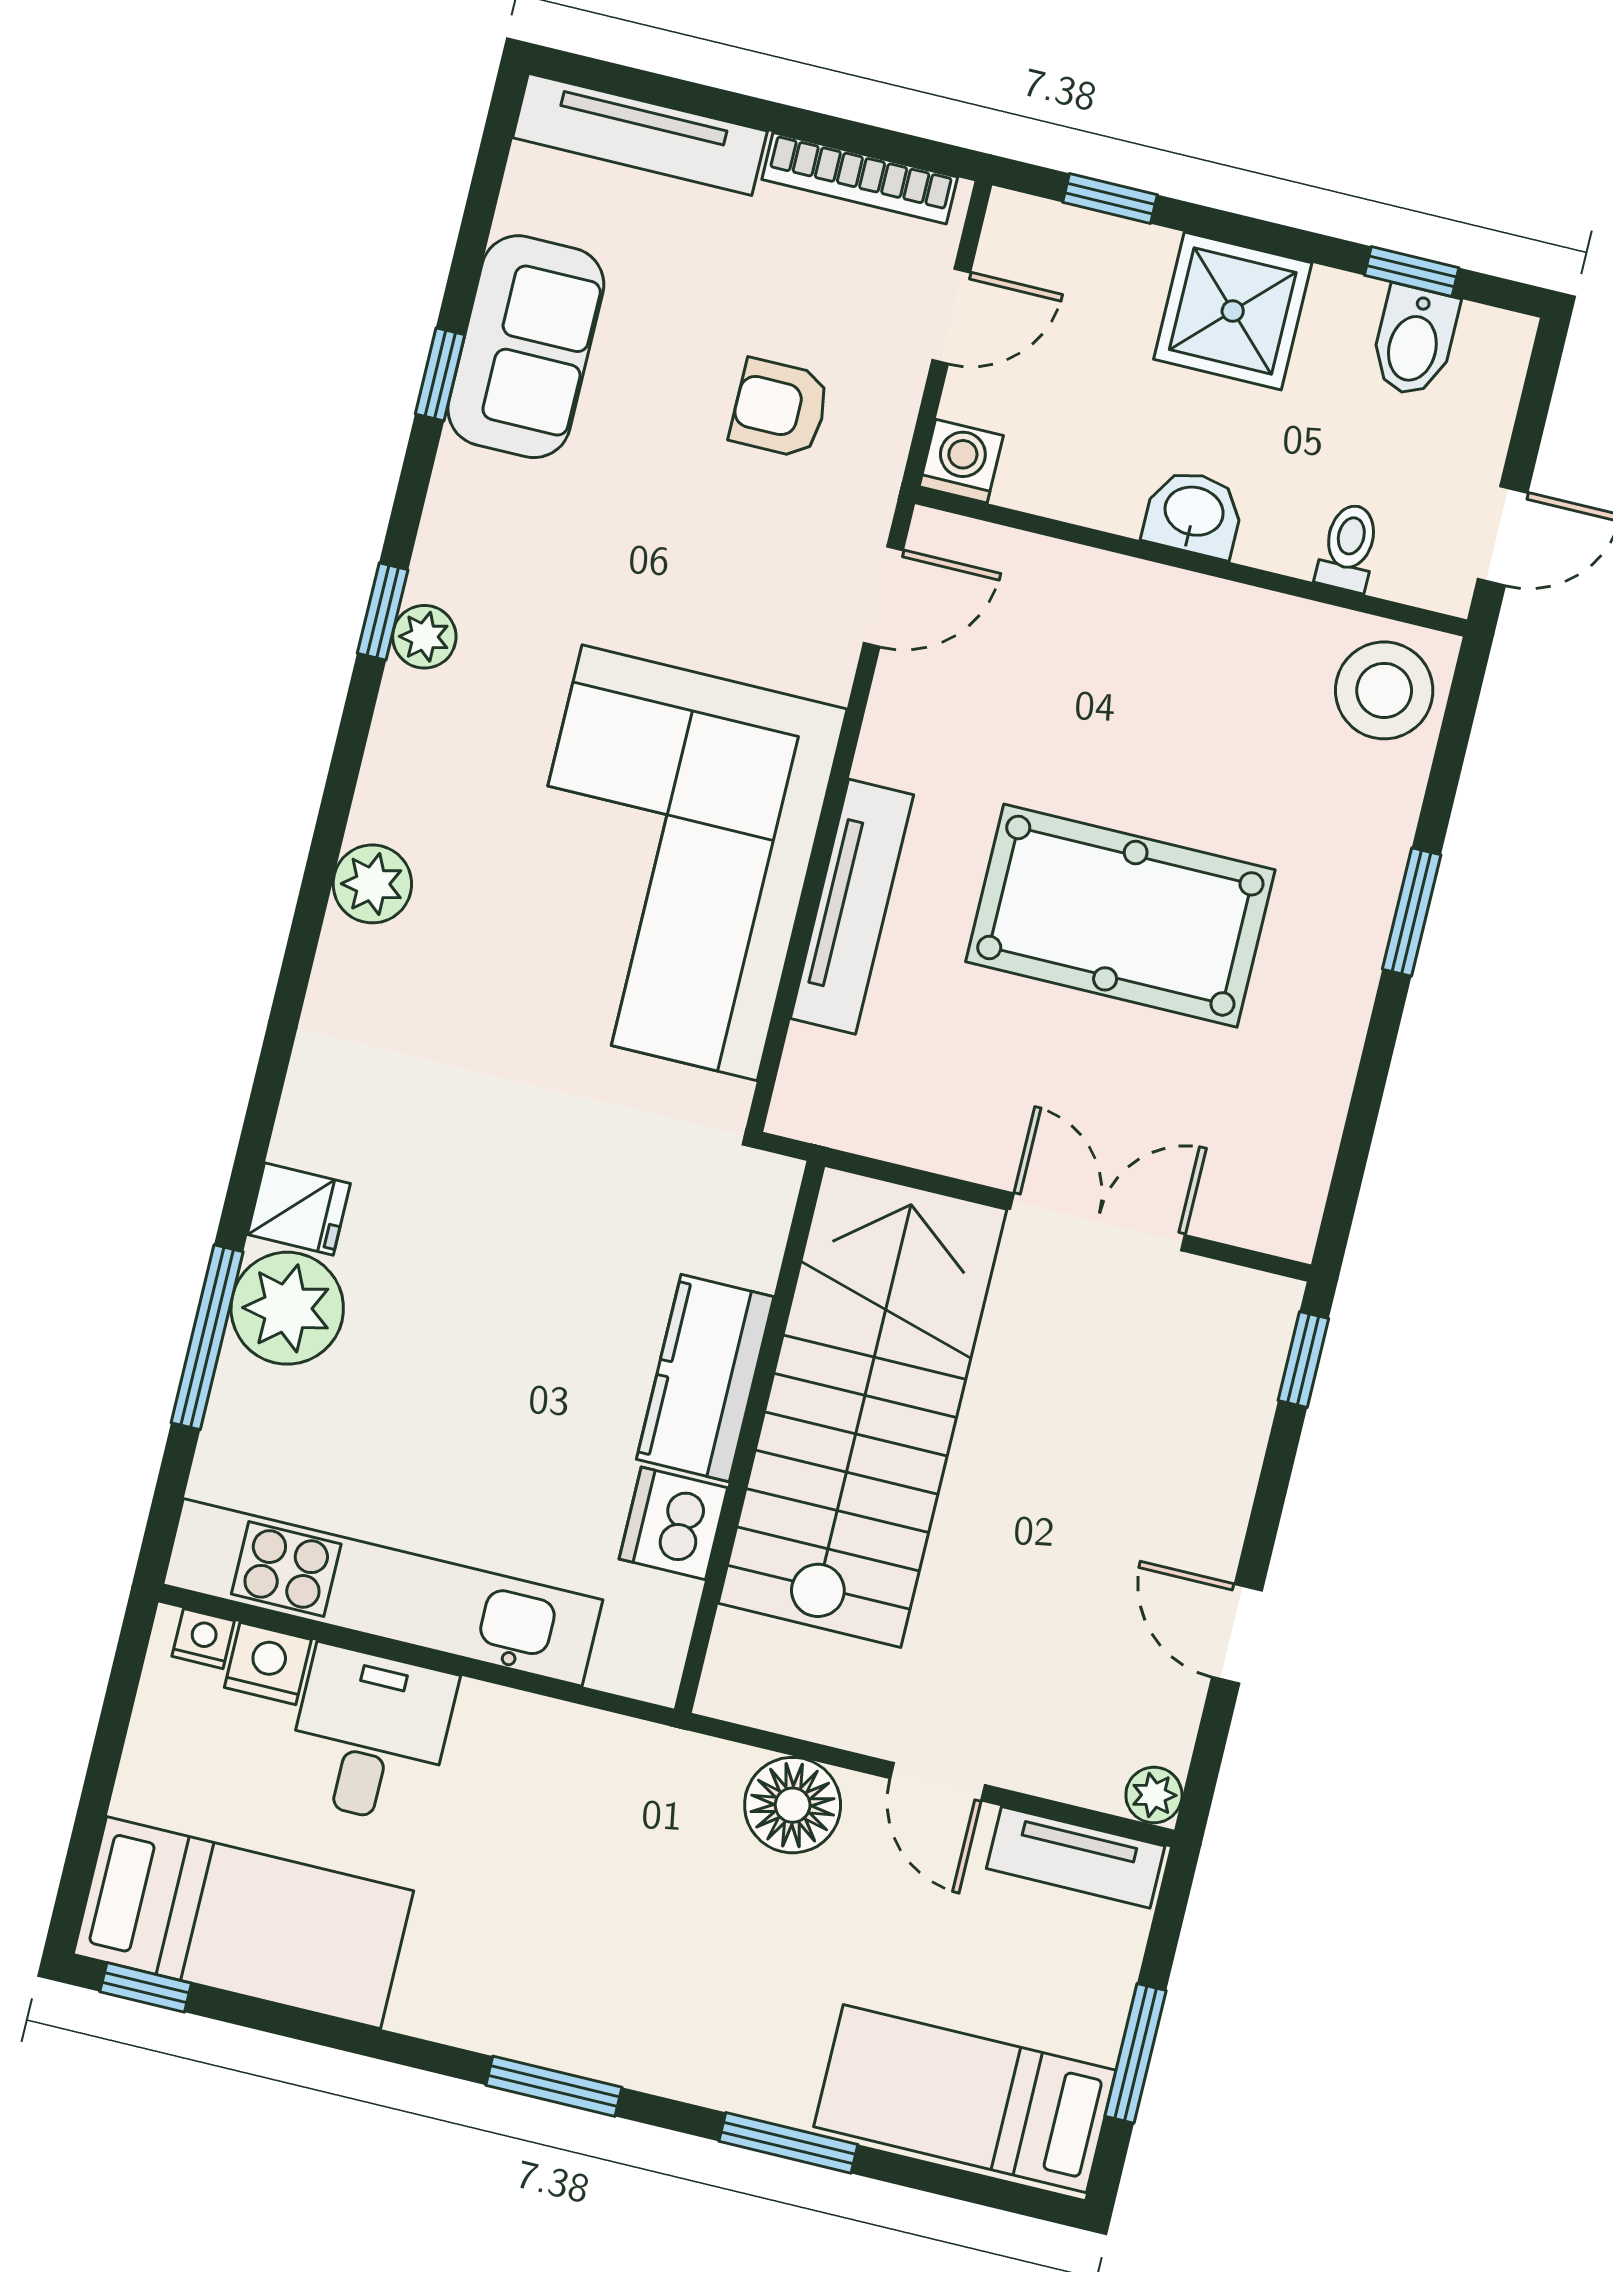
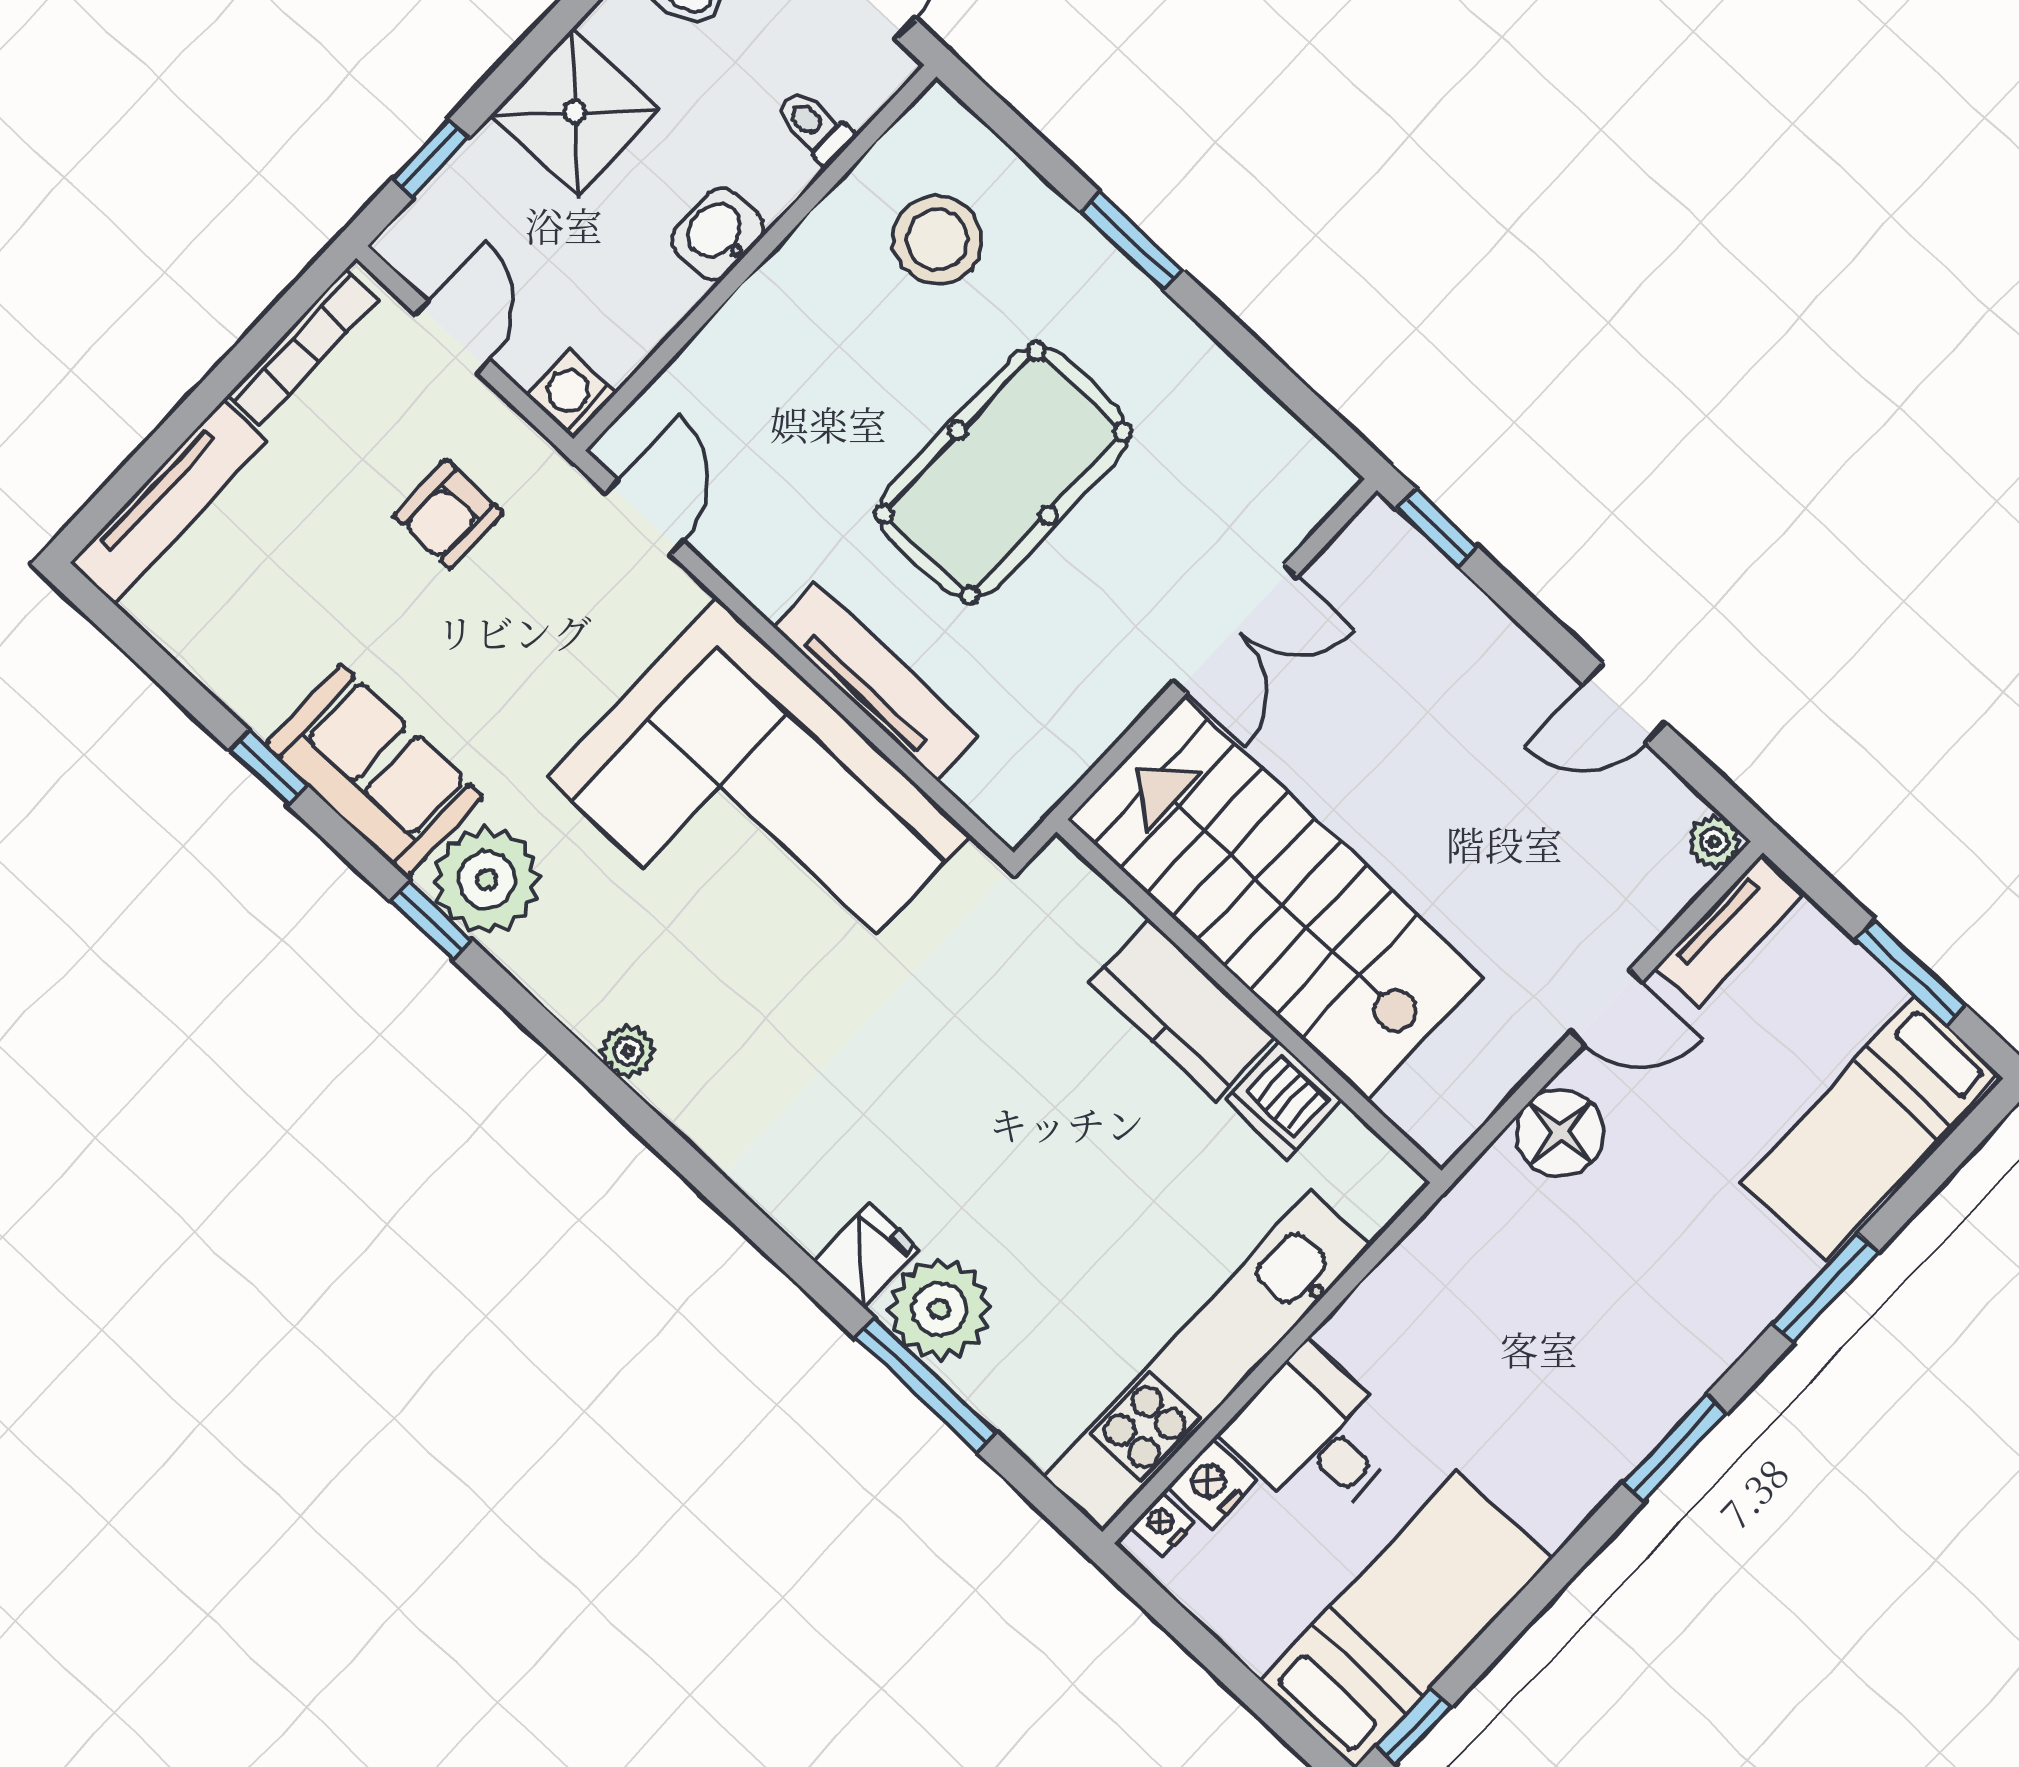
sofa: (526, 347) -> (374, 771), moved
plant: (424, 637) -> (487, 880), width x1.88, depth x1.88
stool: (1384, 690) -> (937, 240), moved
plant: (372, 884) -> (628, 1051), width x0.73, depth x0.73
double door: (1098, 1222) -> (1235, 629), swing flipped

